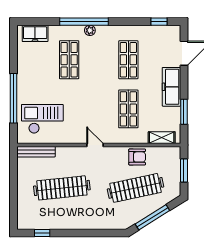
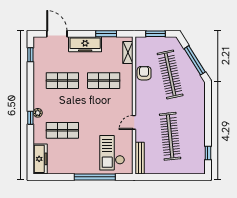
window: (84, 22) -> (30, 118), width x0.32
freezer: (35, 33) -> (40, 159), width x1.40
door: (95, 145) -> (134, 122), moved

